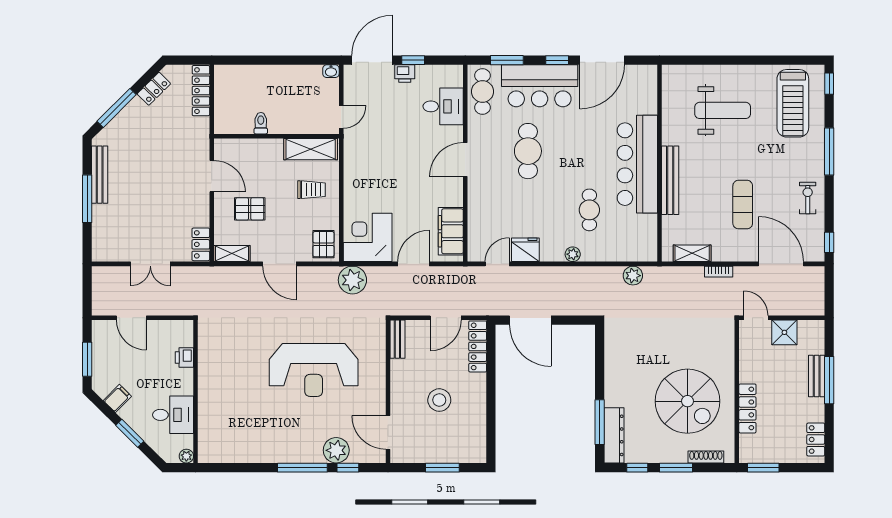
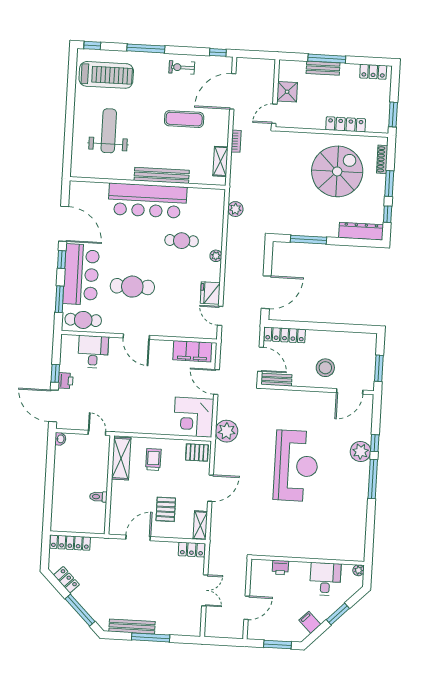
bench: (397, 339) -> (276, 380), moved
wall: (388, 392) -> (317, 389), moved
window: (600, 422) -> (308, 240), moved
door: (388, 432) -> (350, 391), moved

